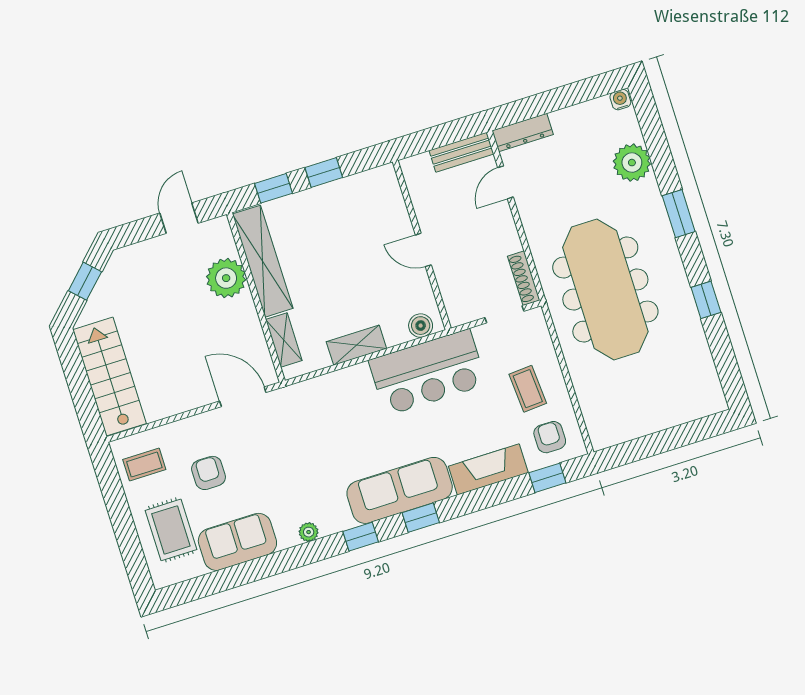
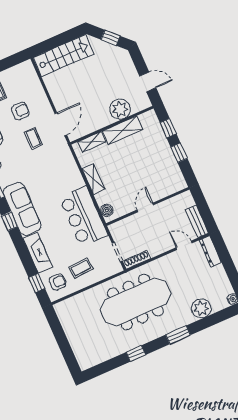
shelving: (263, 261) -> (123, 130), width x0.68
coffee table: (144, 465) -> (33, 138), moved

